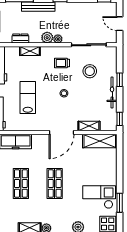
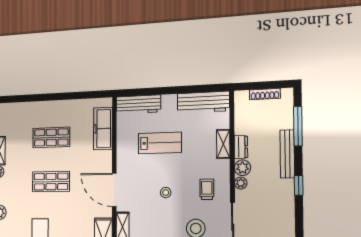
dresser: (20, 39) -> (241, 147), moved

